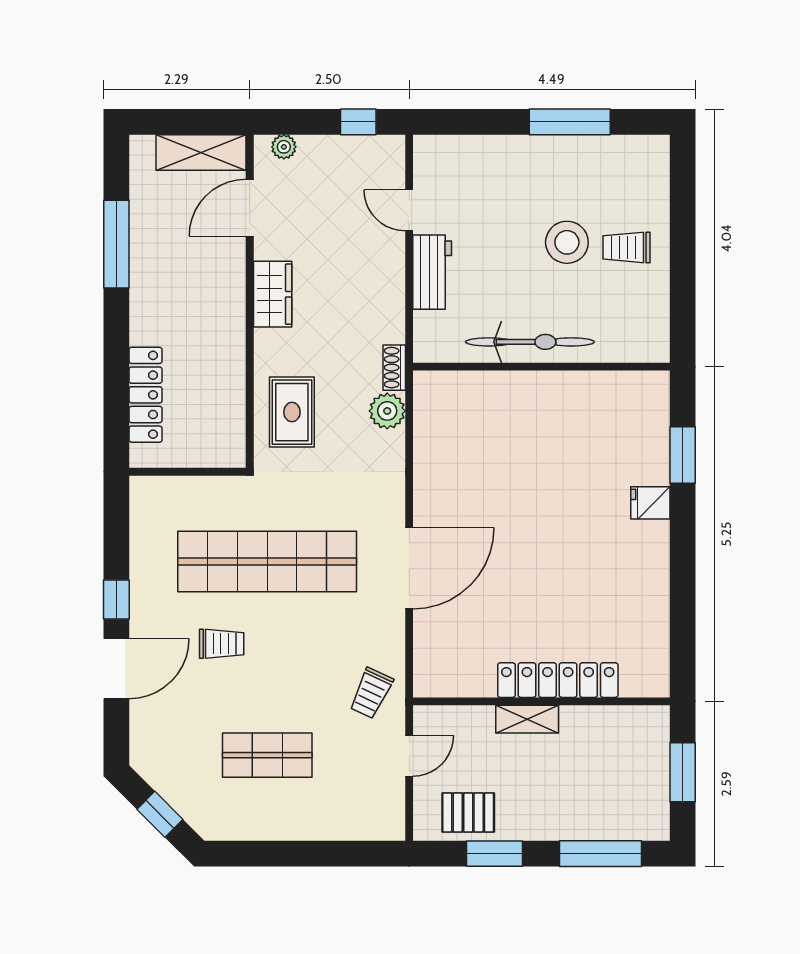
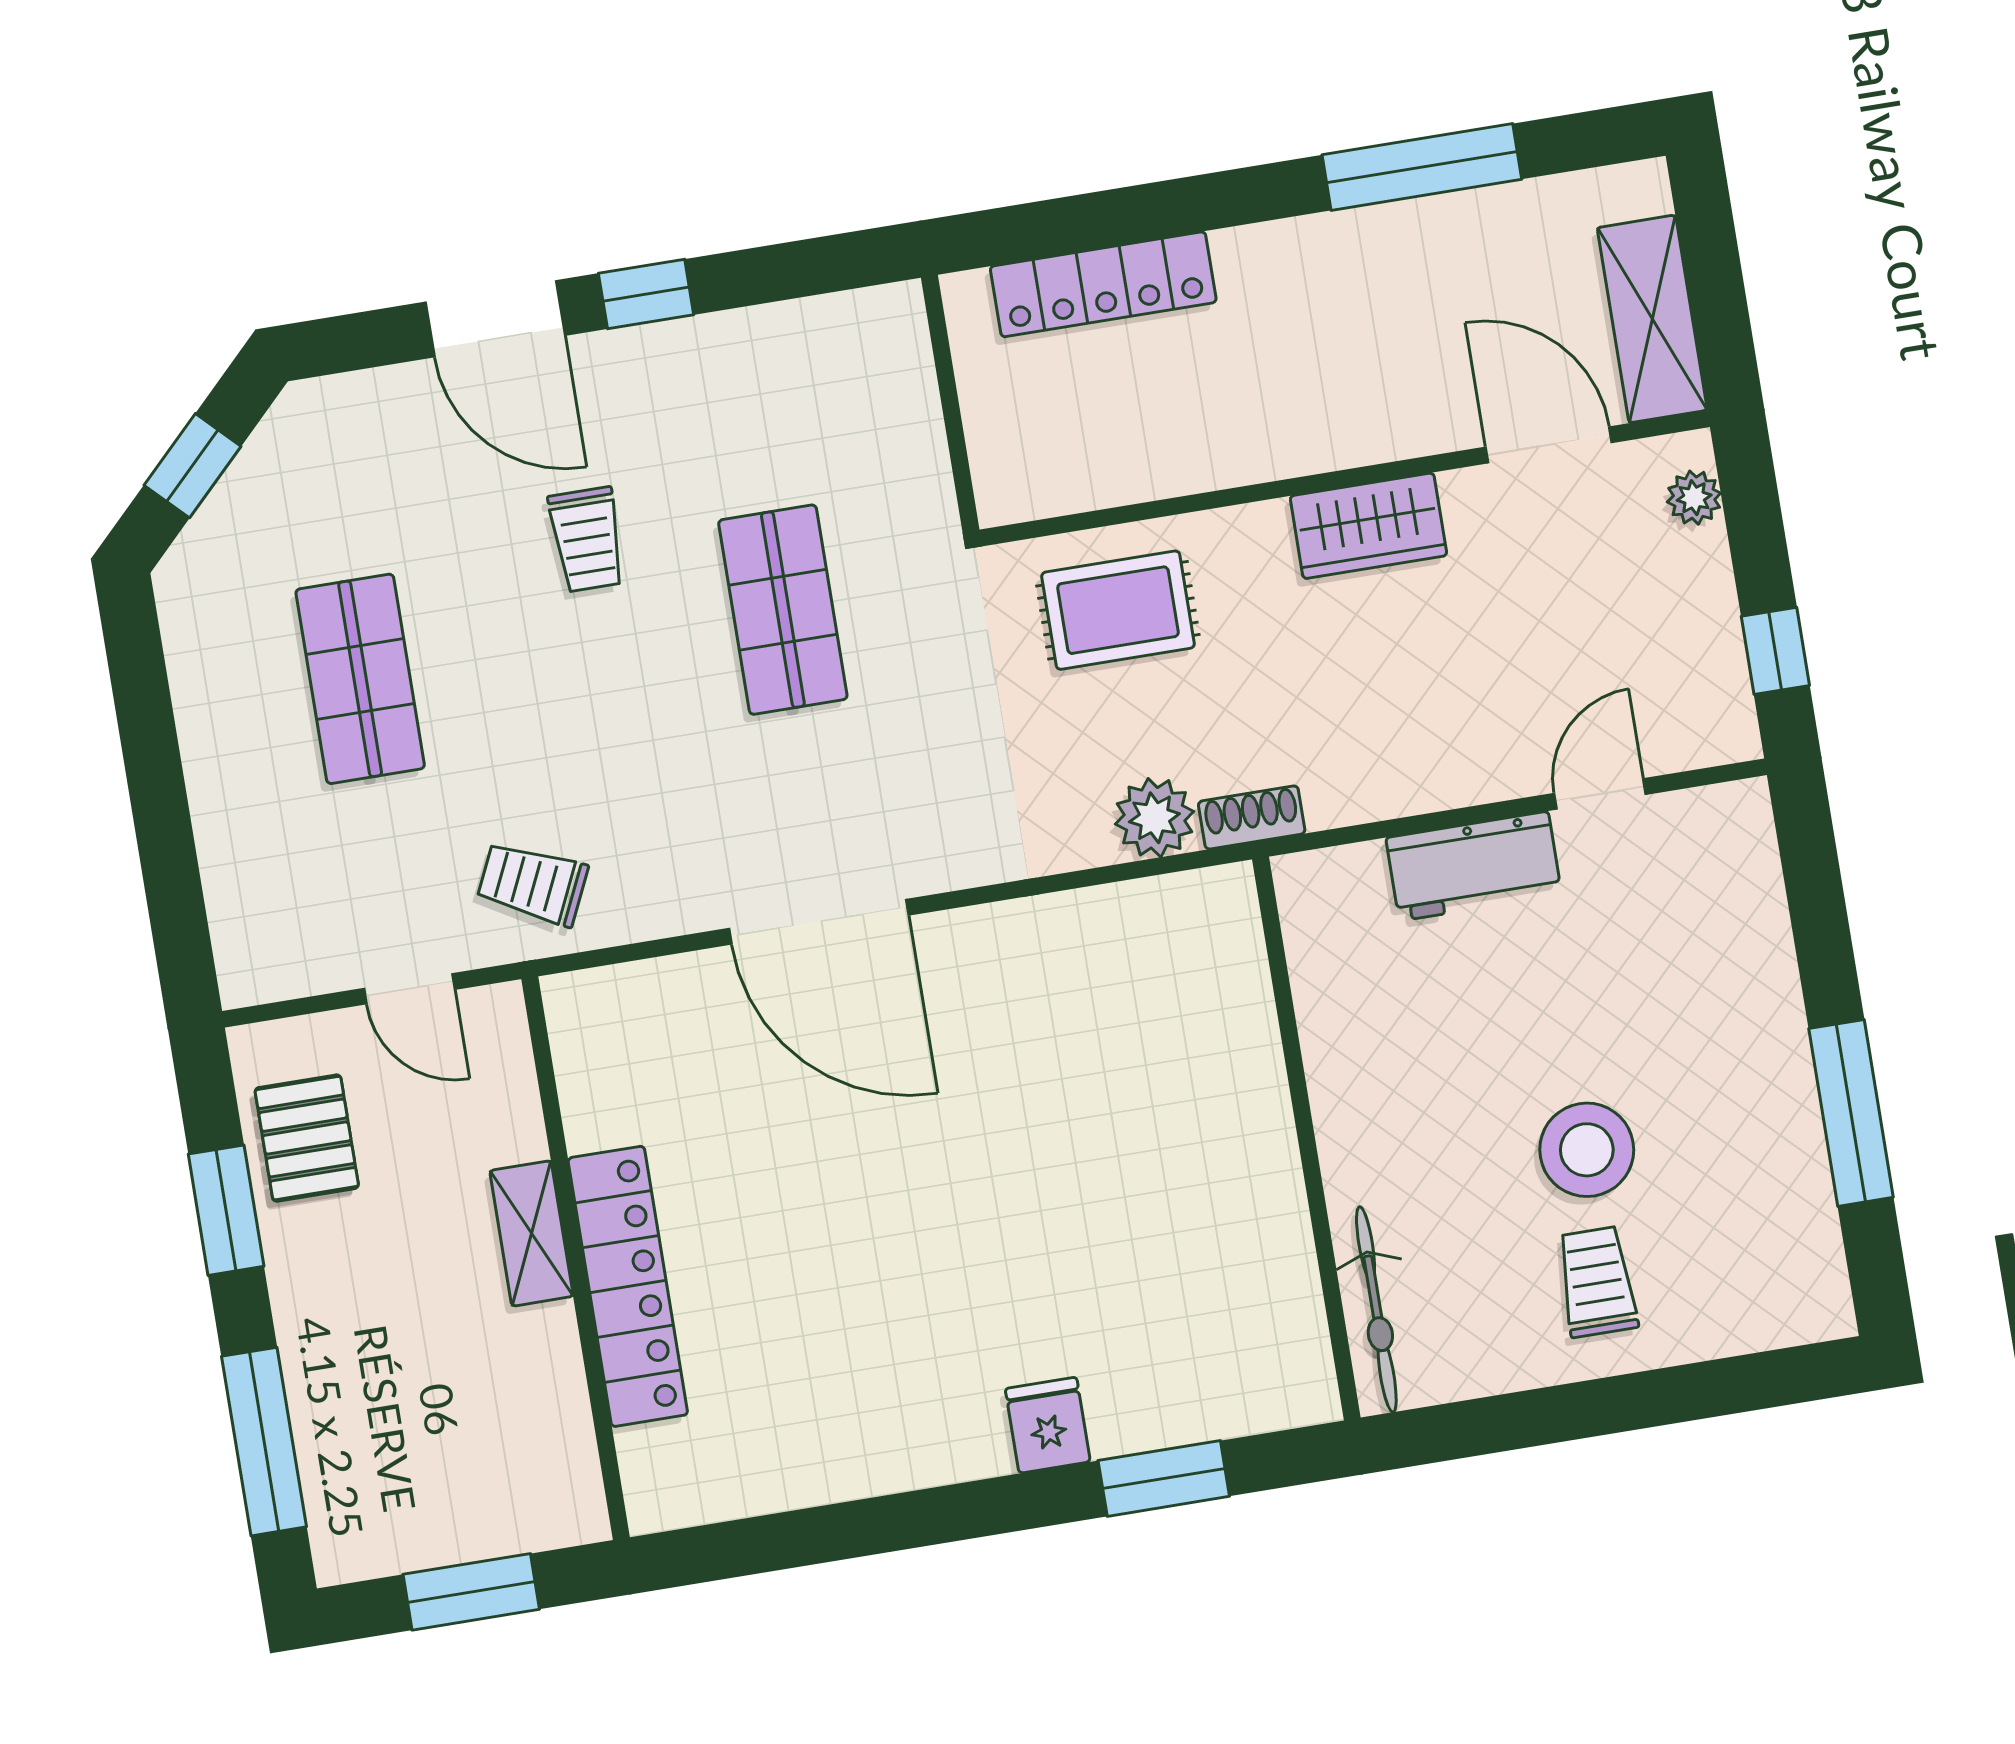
bicycle: (530, 342) -> (1376, 1309), moved, width x0.73, depth x0.71
shop shelf: (267, 561) -> (783, 610), width x0.50, depth x0.74

